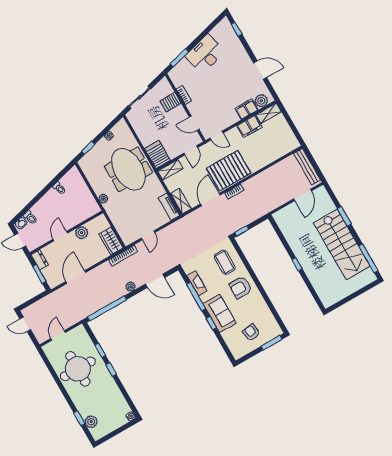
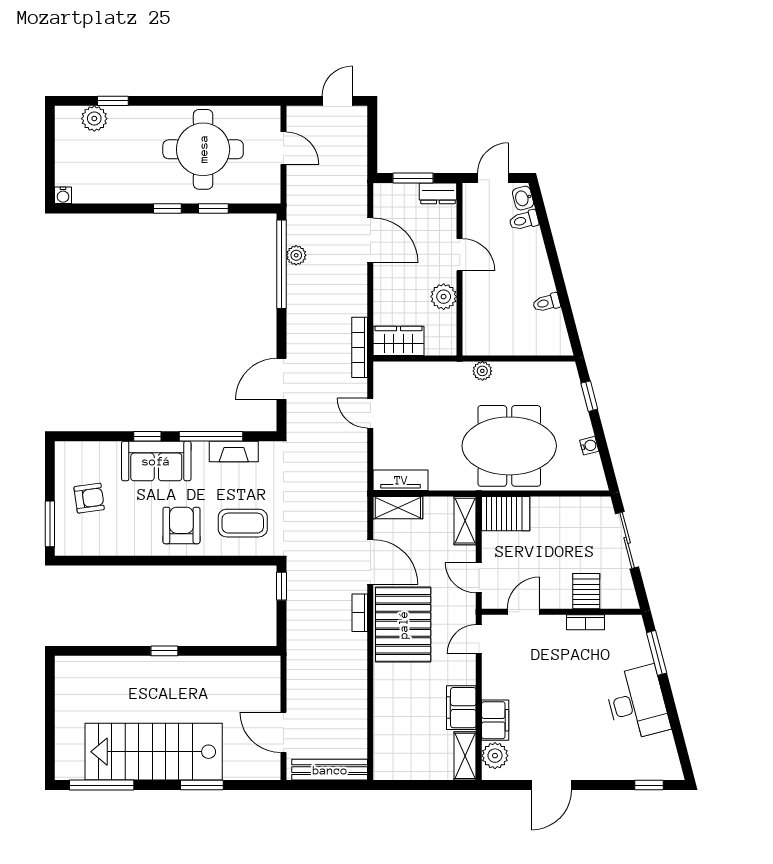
plant: (131, 287) -> (296, 255), moved

